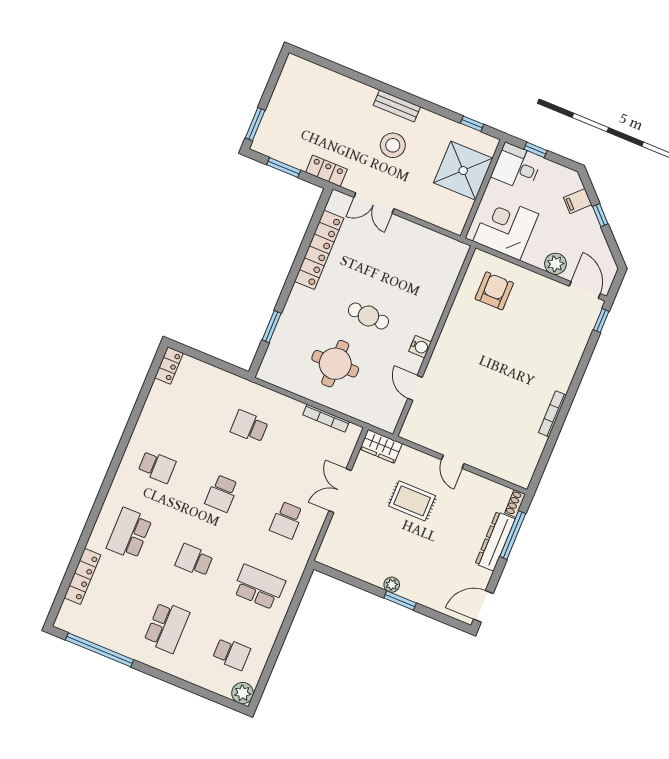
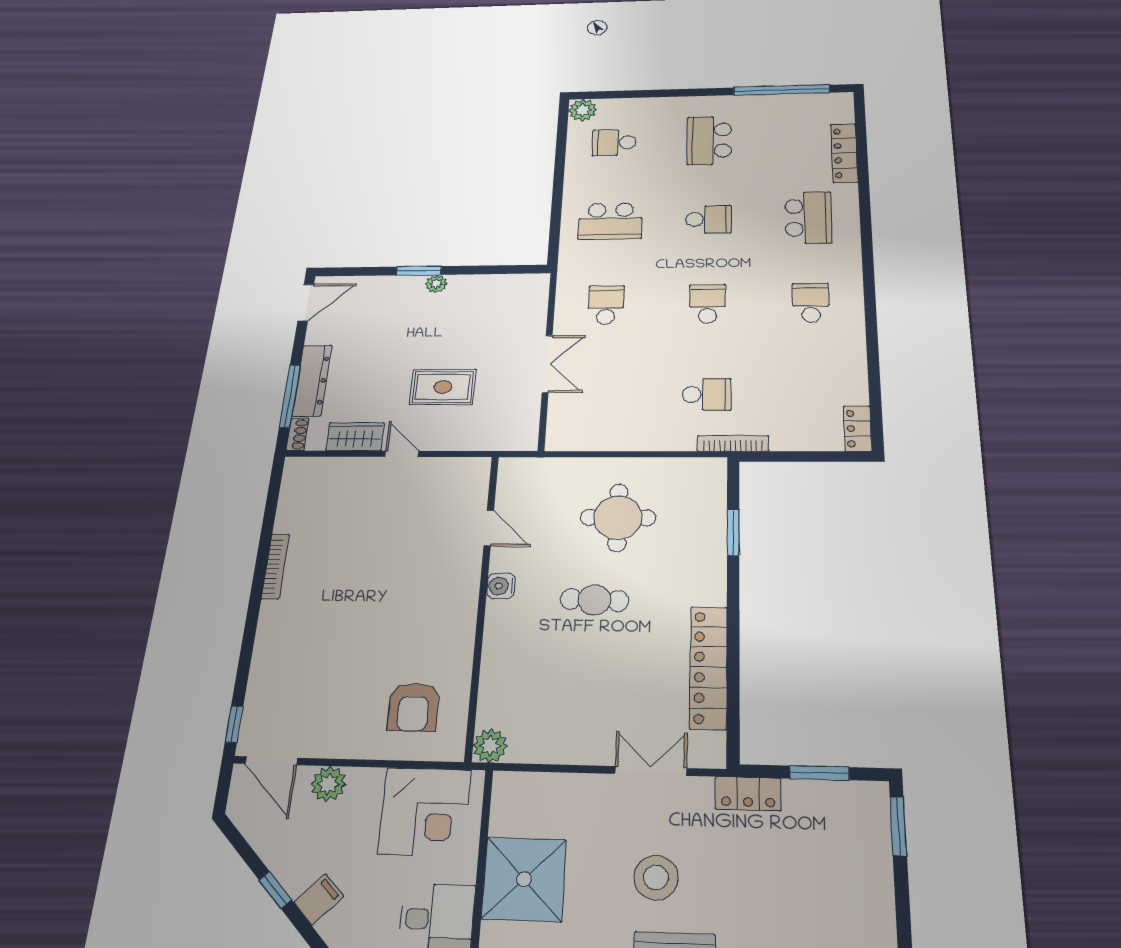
plant: (458, 251) -> (490, 746), added
bookcase: (326, 418) -> (733, 443), moved
wardrobe: (381, 446) -> (355, 437), moved
school desk: (157, 467) -> (811, 303), turned 90

